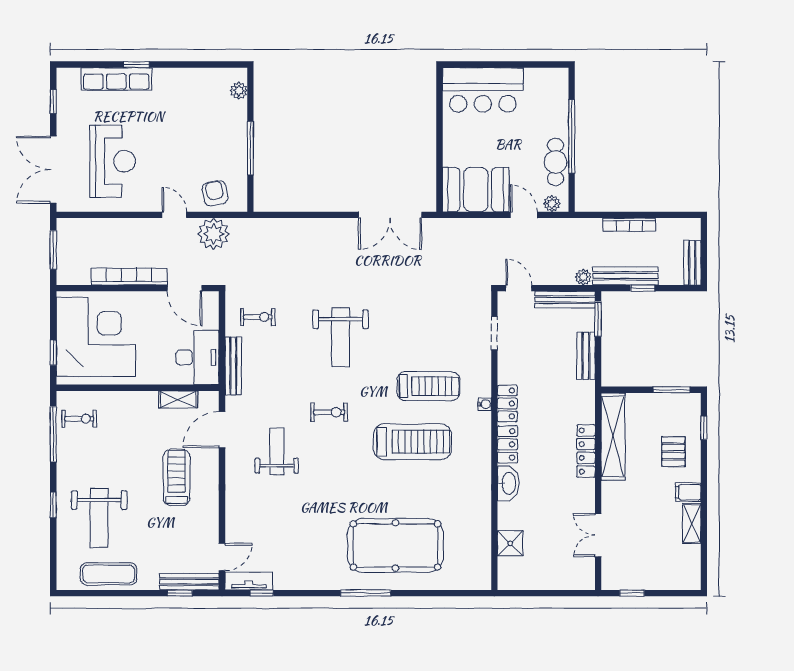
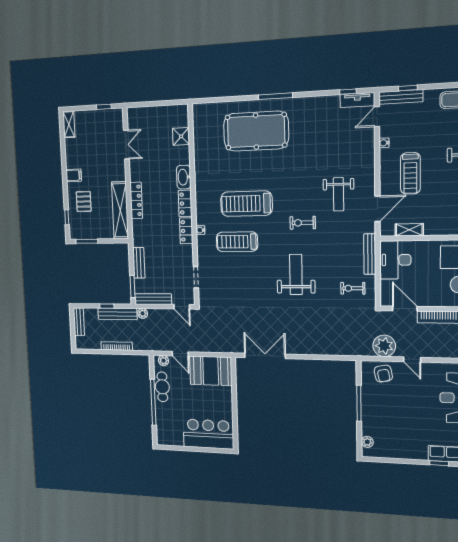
water cooler: (212, 521) -> (384, 143), added
shelving: (692, 524) -> (69, 124), moved

